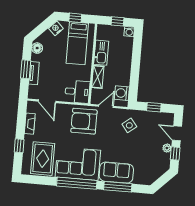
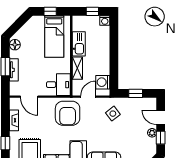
nightstand: (56, 28) -> (32, 24), removed
armchair: (84, 121) -> (68, 113), turned -90

